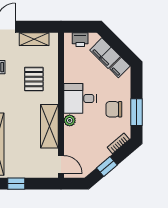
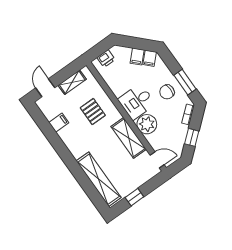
filing cabinet: (105, 53) -> (137, 57), width x0.50
plant: (70, 120) -> (147, 124), width x1.88, depth x1.88

